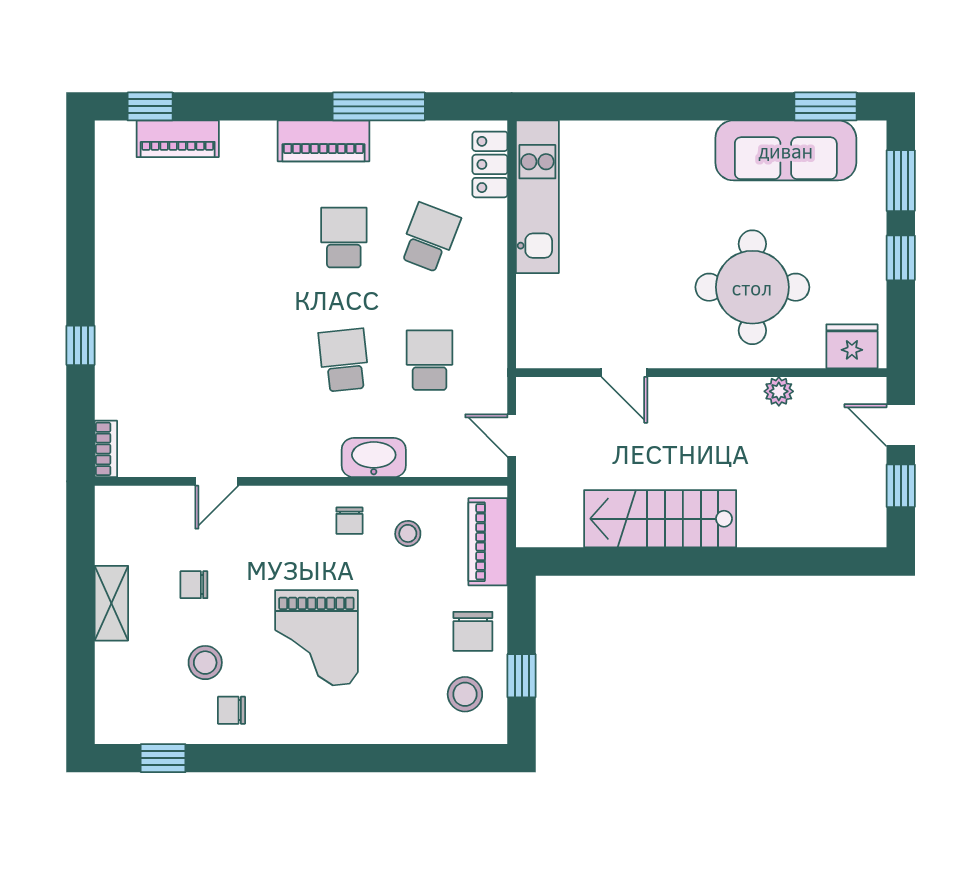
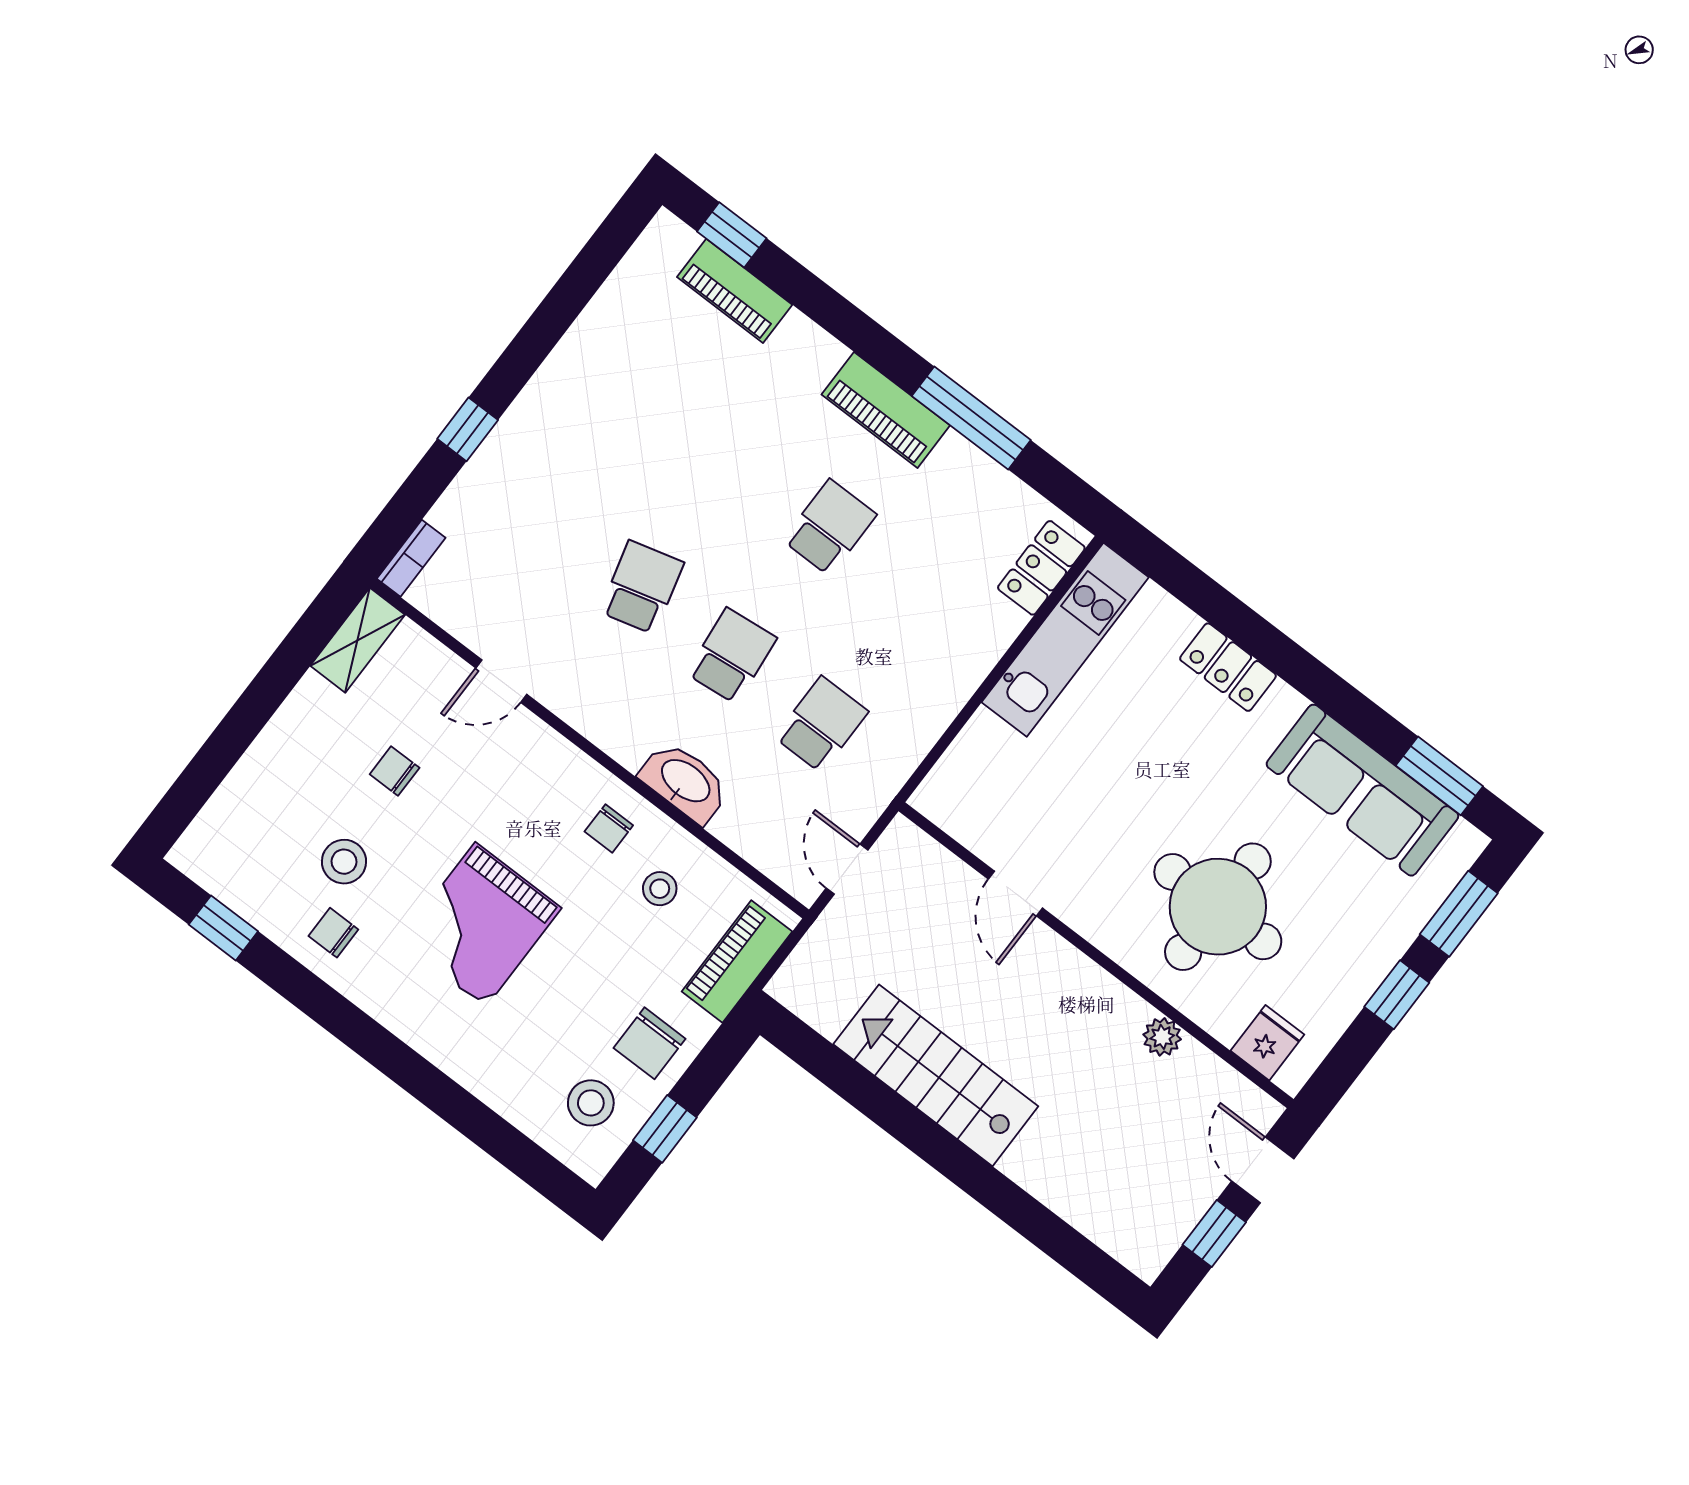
locker: (648, 138) -> (1228, 667), added
school desk: (430, 238) -> (642, 587), moved, turned -36
fridge: (852, 346) -> (1267, 1043), width x0.72
shelving: (111, 603) -> (358, 640), moved

